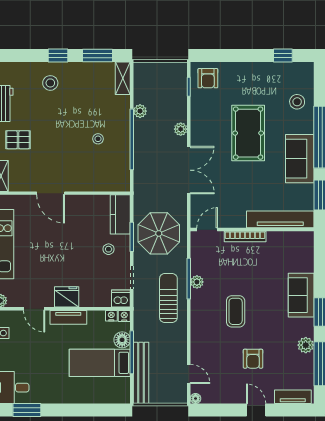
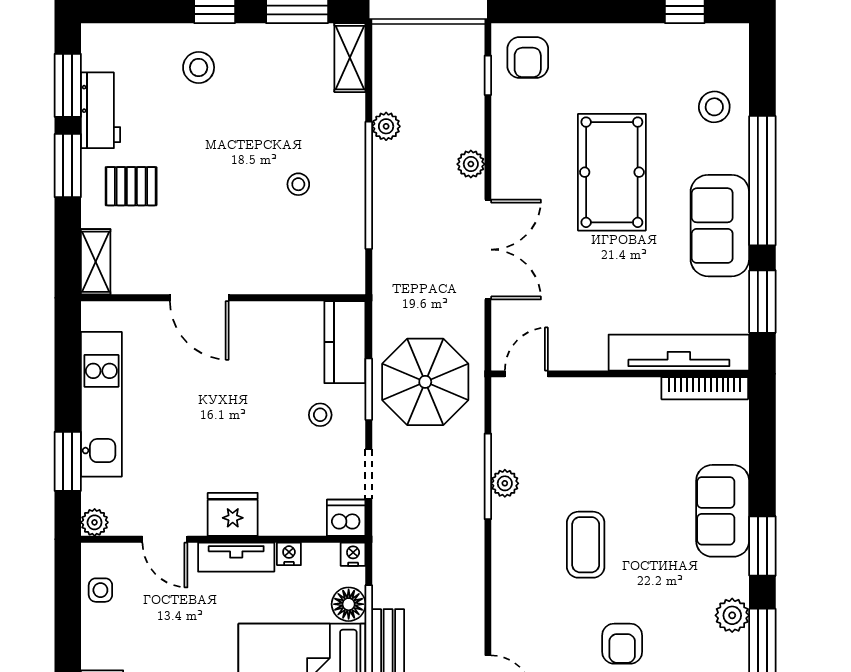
bookcase: (245, 236) -> (705, 388), moved
sun lounger: (168, 298) -> (445, 517), removed
nightstand: (111, 316) -> (289, 554), moved

